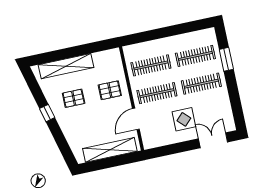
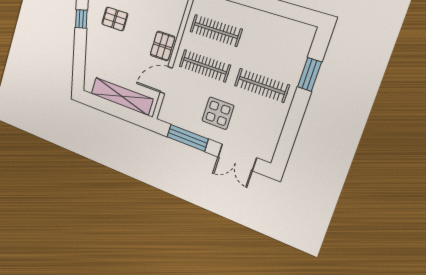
clothes rail: (195, 56) -> (274, 49), removed
pallet: (110, 90) -> (162, 46), moved, turned 90
double door: (213, 140) -> (237, 157), swing flipped
window: (173, 149) -> (188, 138), added

